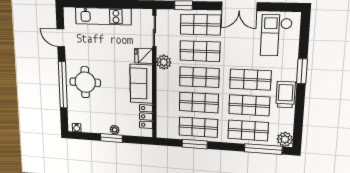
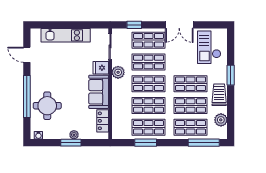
round table: (85, 82) -> (47, 106), moved
plant: (285, 139) -> (221, 120), moved

